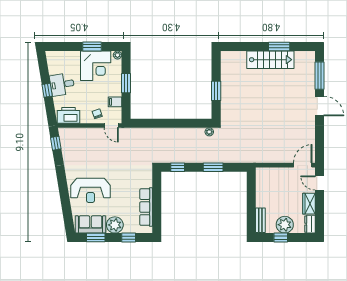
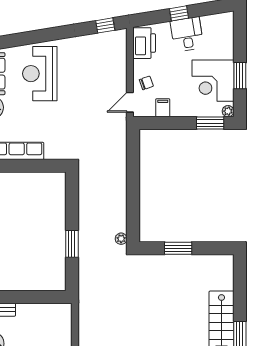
window: (126, 83) -> (210, 123), moved
window: (178, 167) -> (72, 195), removed

